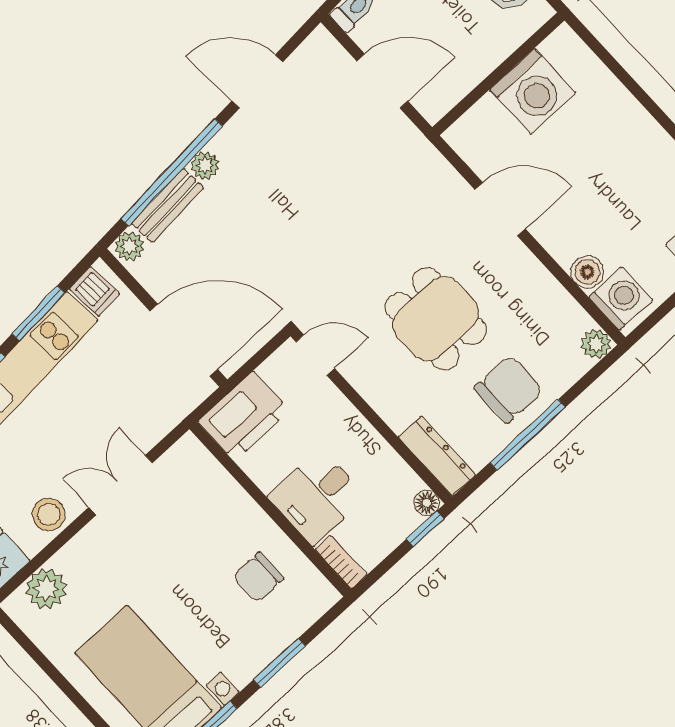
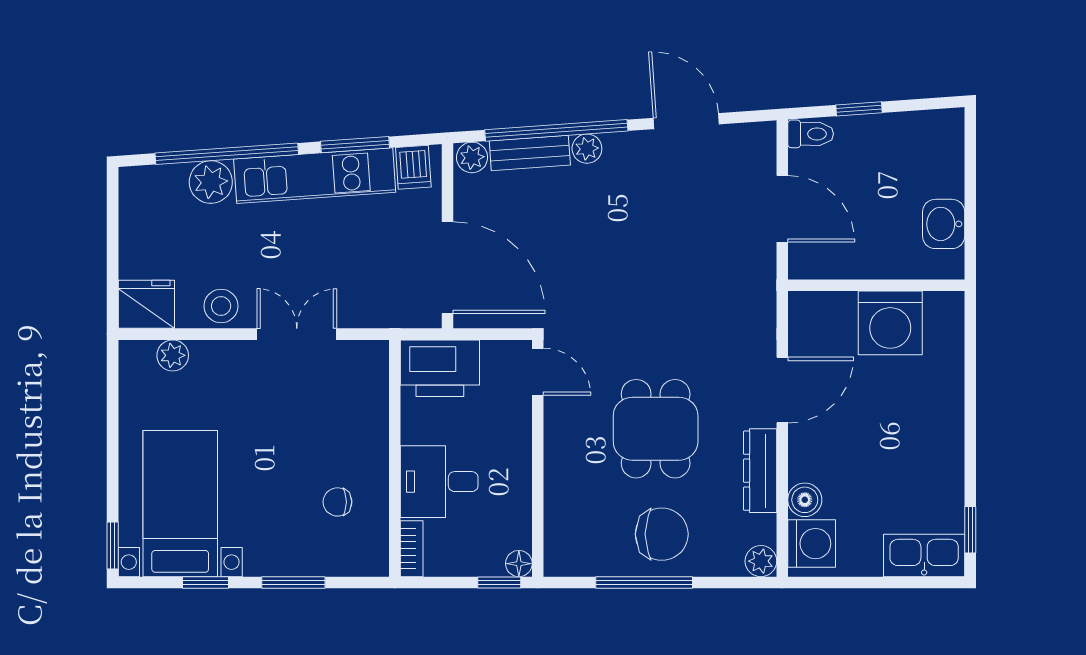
door: (500, 209) -> (782, 390), hinge flipped
dresser: (437, 456) -> (760, 471), moved, turned 180
chair: (258, 577) -> (337, 502), width x0.73, depth x0.73
plant: (46, 589) -> (173, 355), width x0.73, depth x0.73

